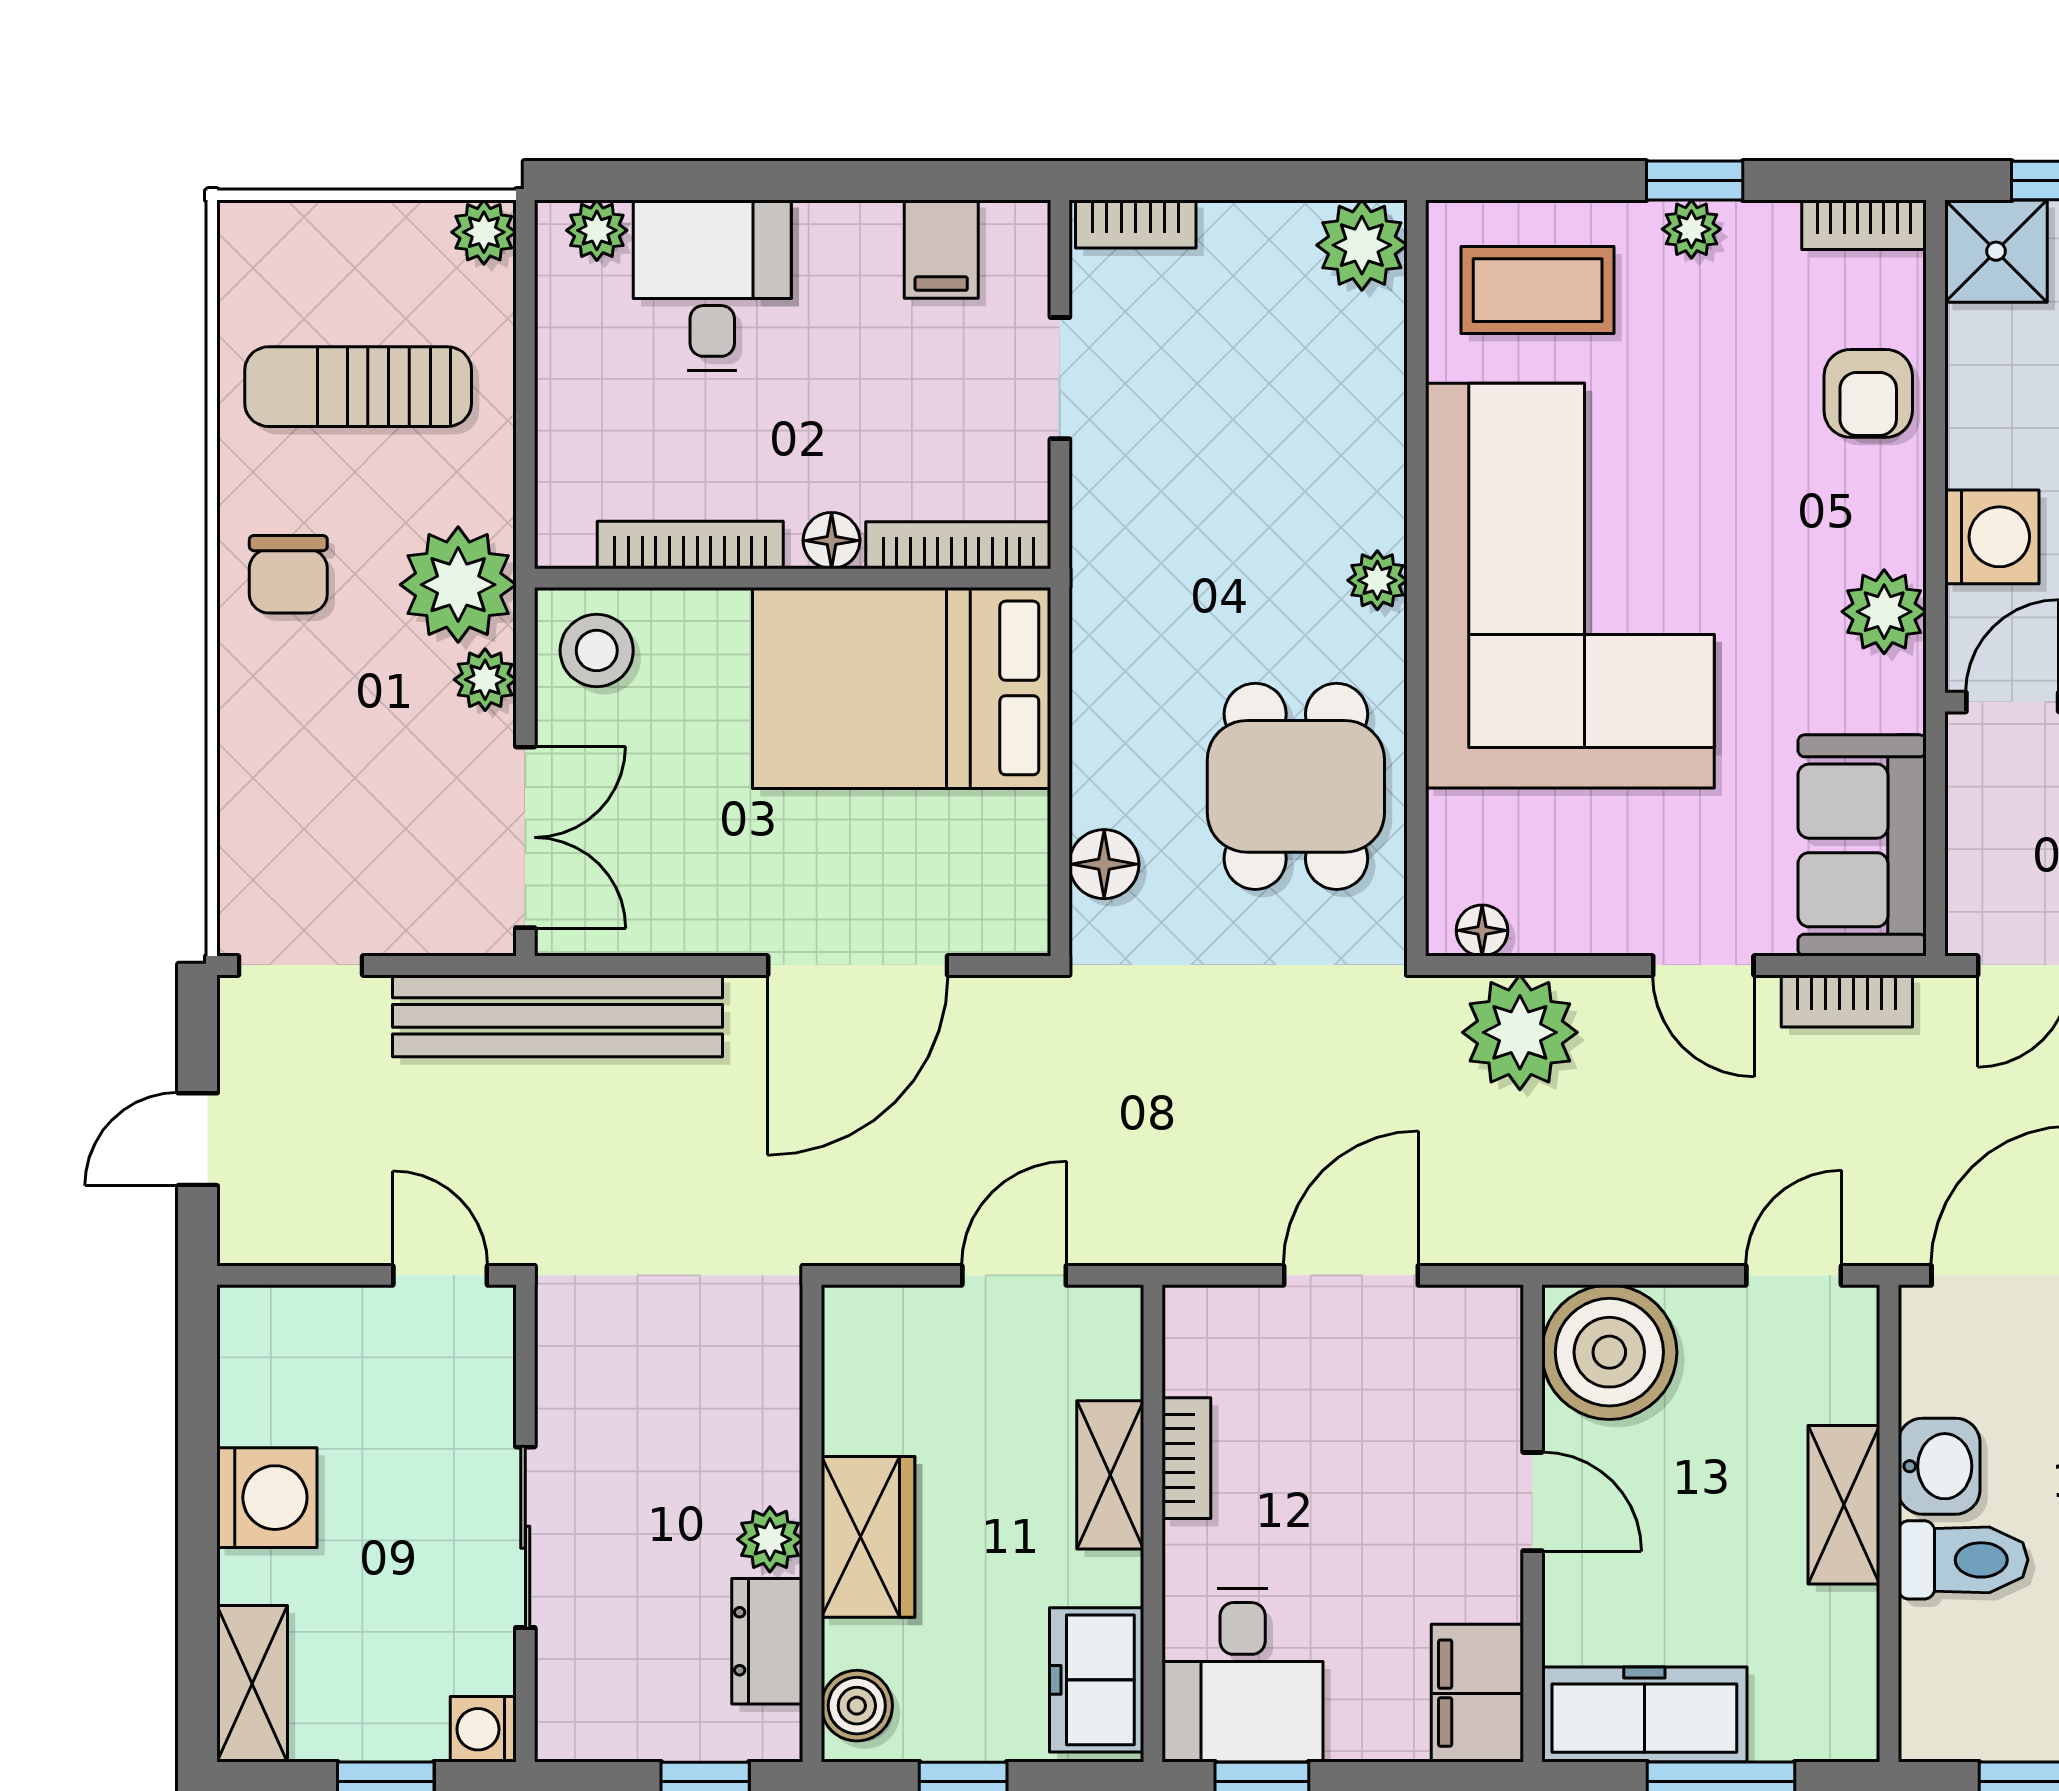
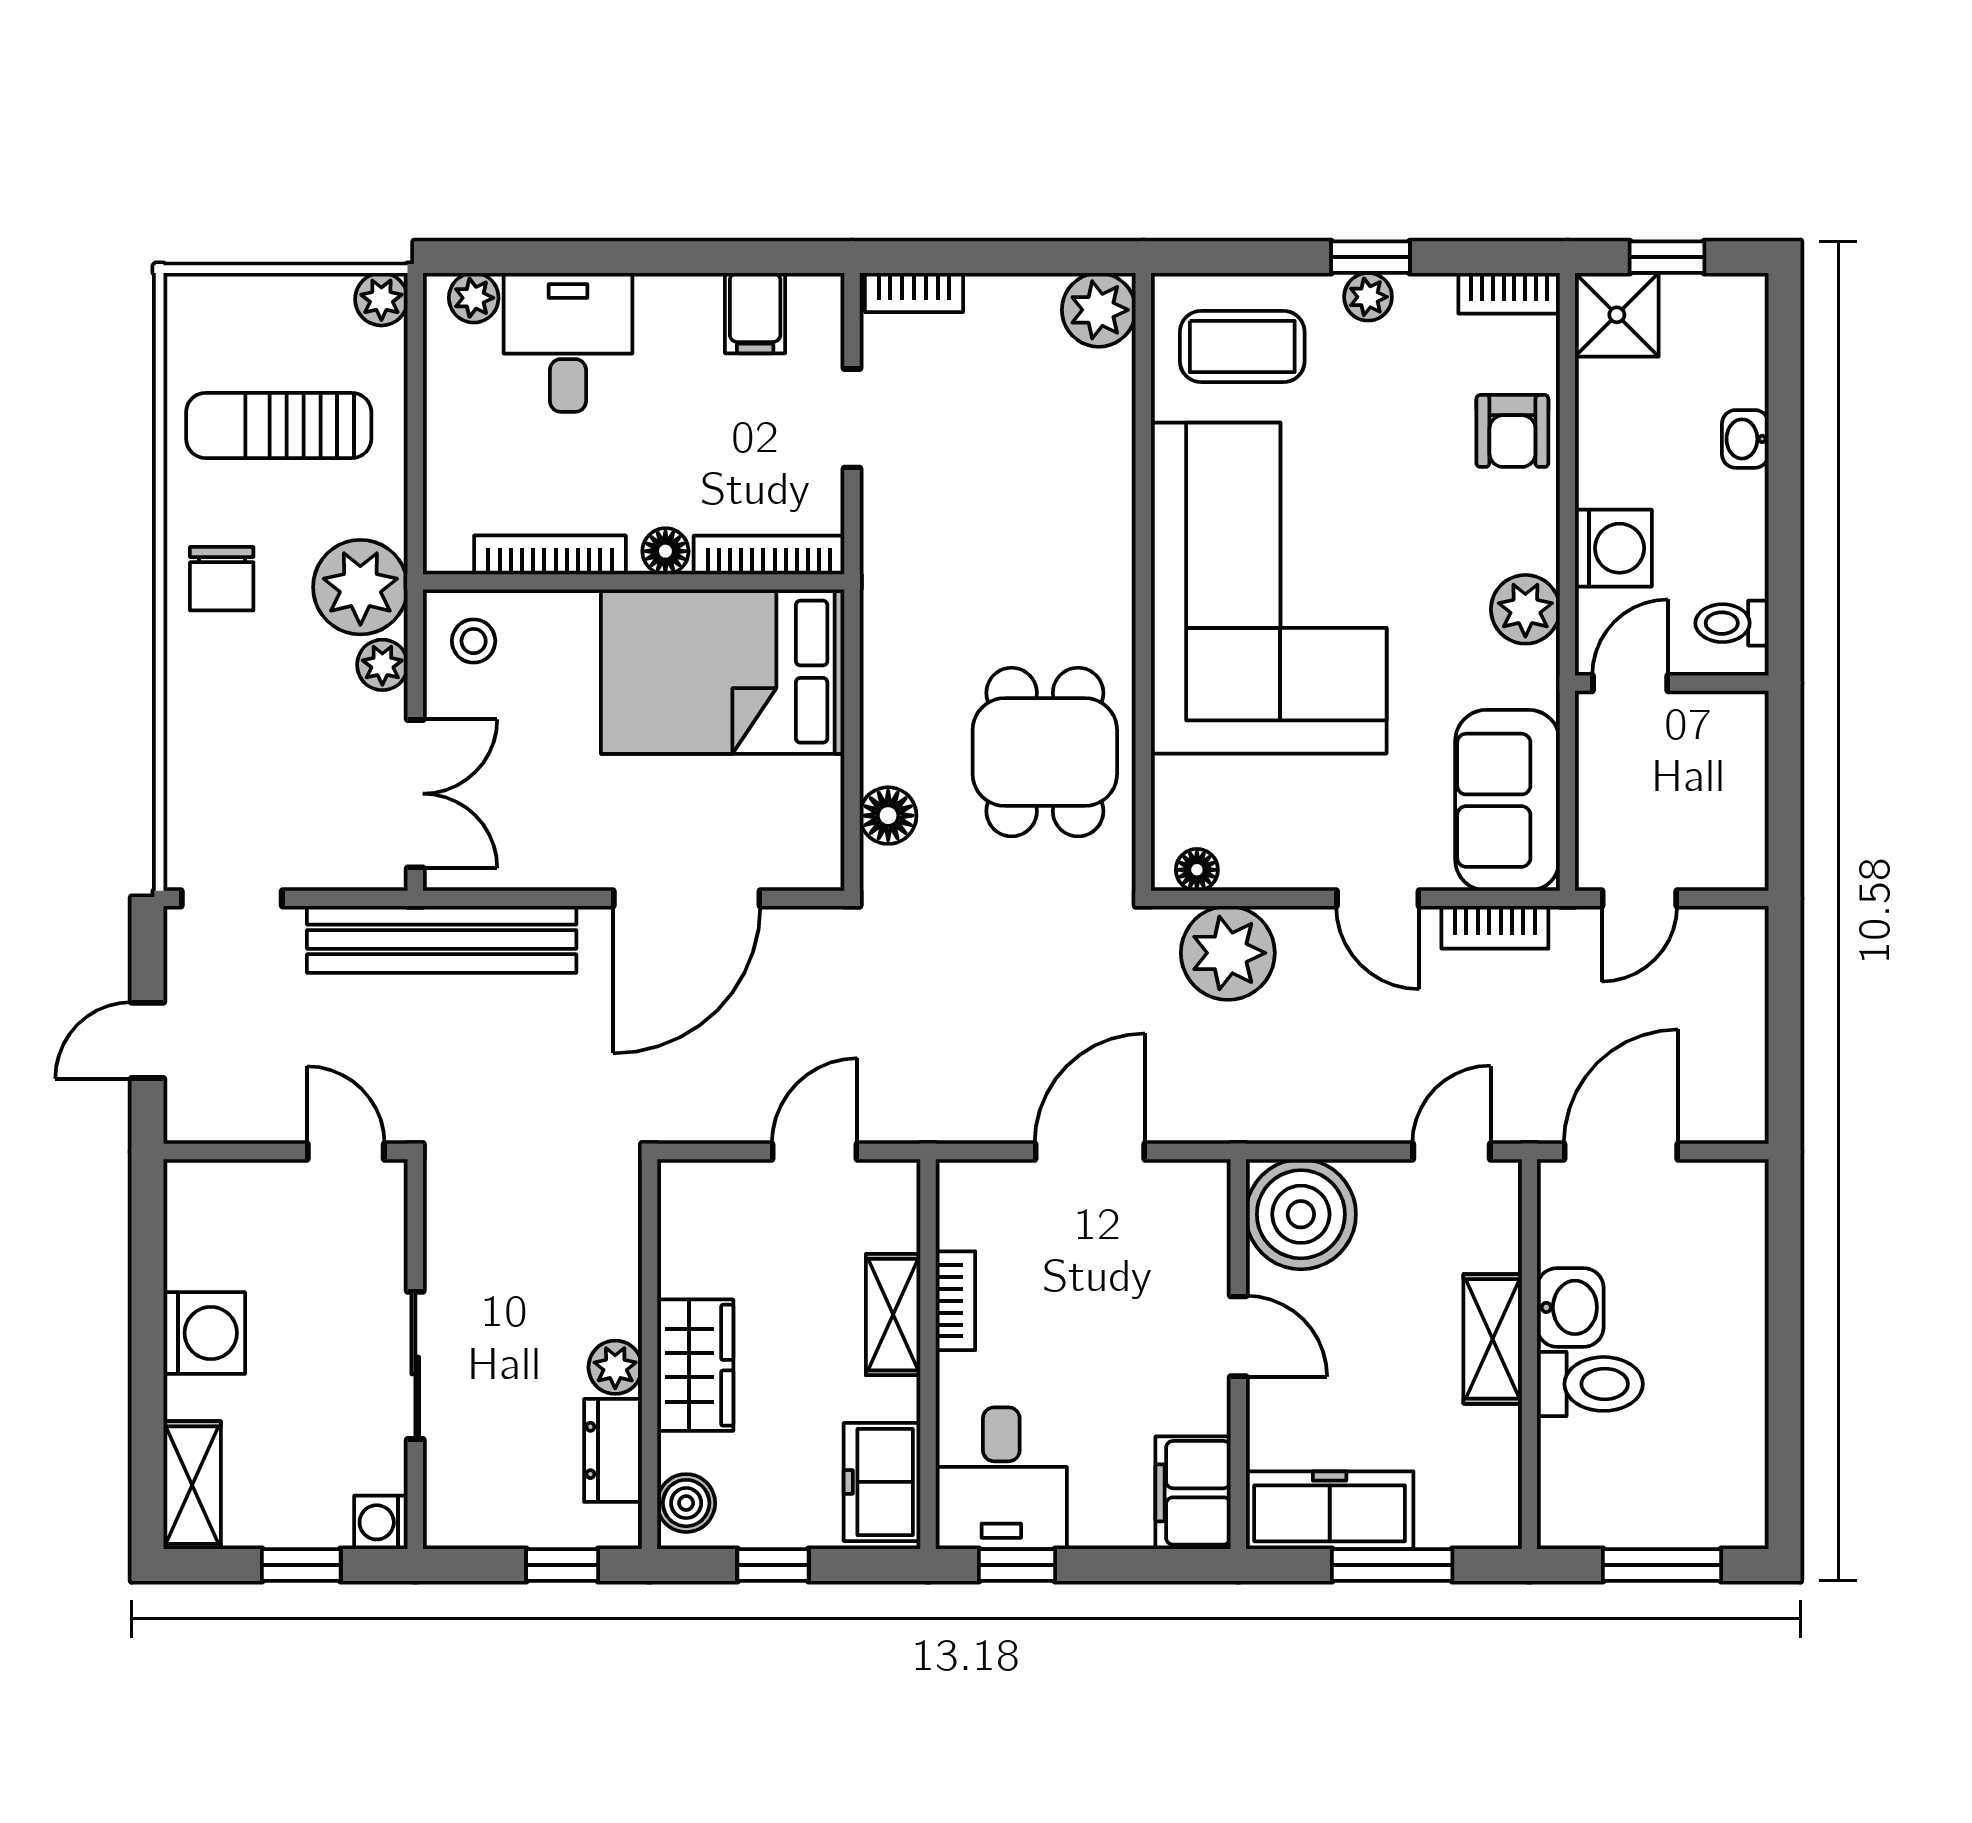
plant: (1377, 580) -> (1111, 584), removed
stool: (597, 651) -> (474, 641), width x0.73, depth x0.73

